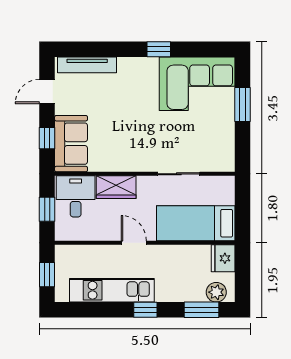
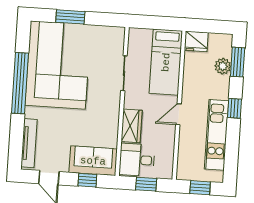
window: (159, 49) -> (20, 83), width x3.17
corner sofa: (197, 84) -> (58, 65), width x1.36, depth x1.36
plant: (216, 292) -> (223, 66), moved

